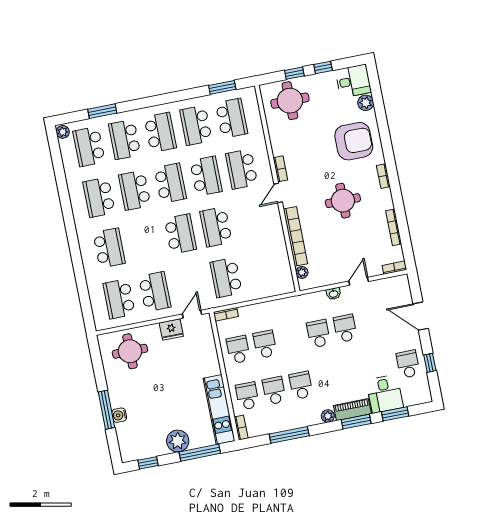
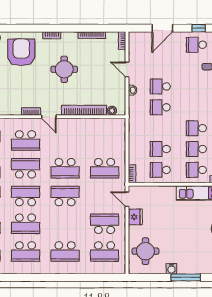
school desk: (109, 248) -> (65, 252), turned 180
water cooler: (119, 415) -> (171, 269), moved

